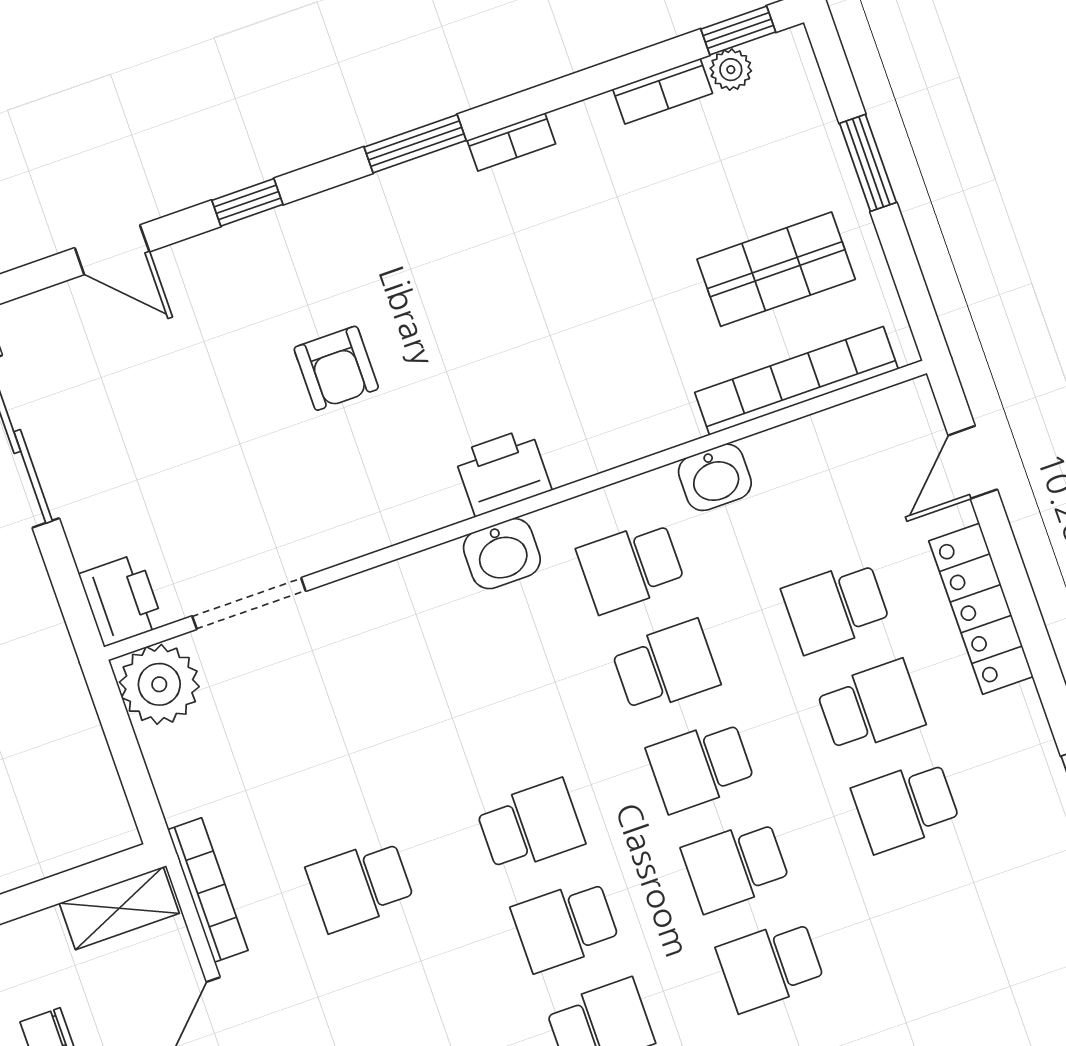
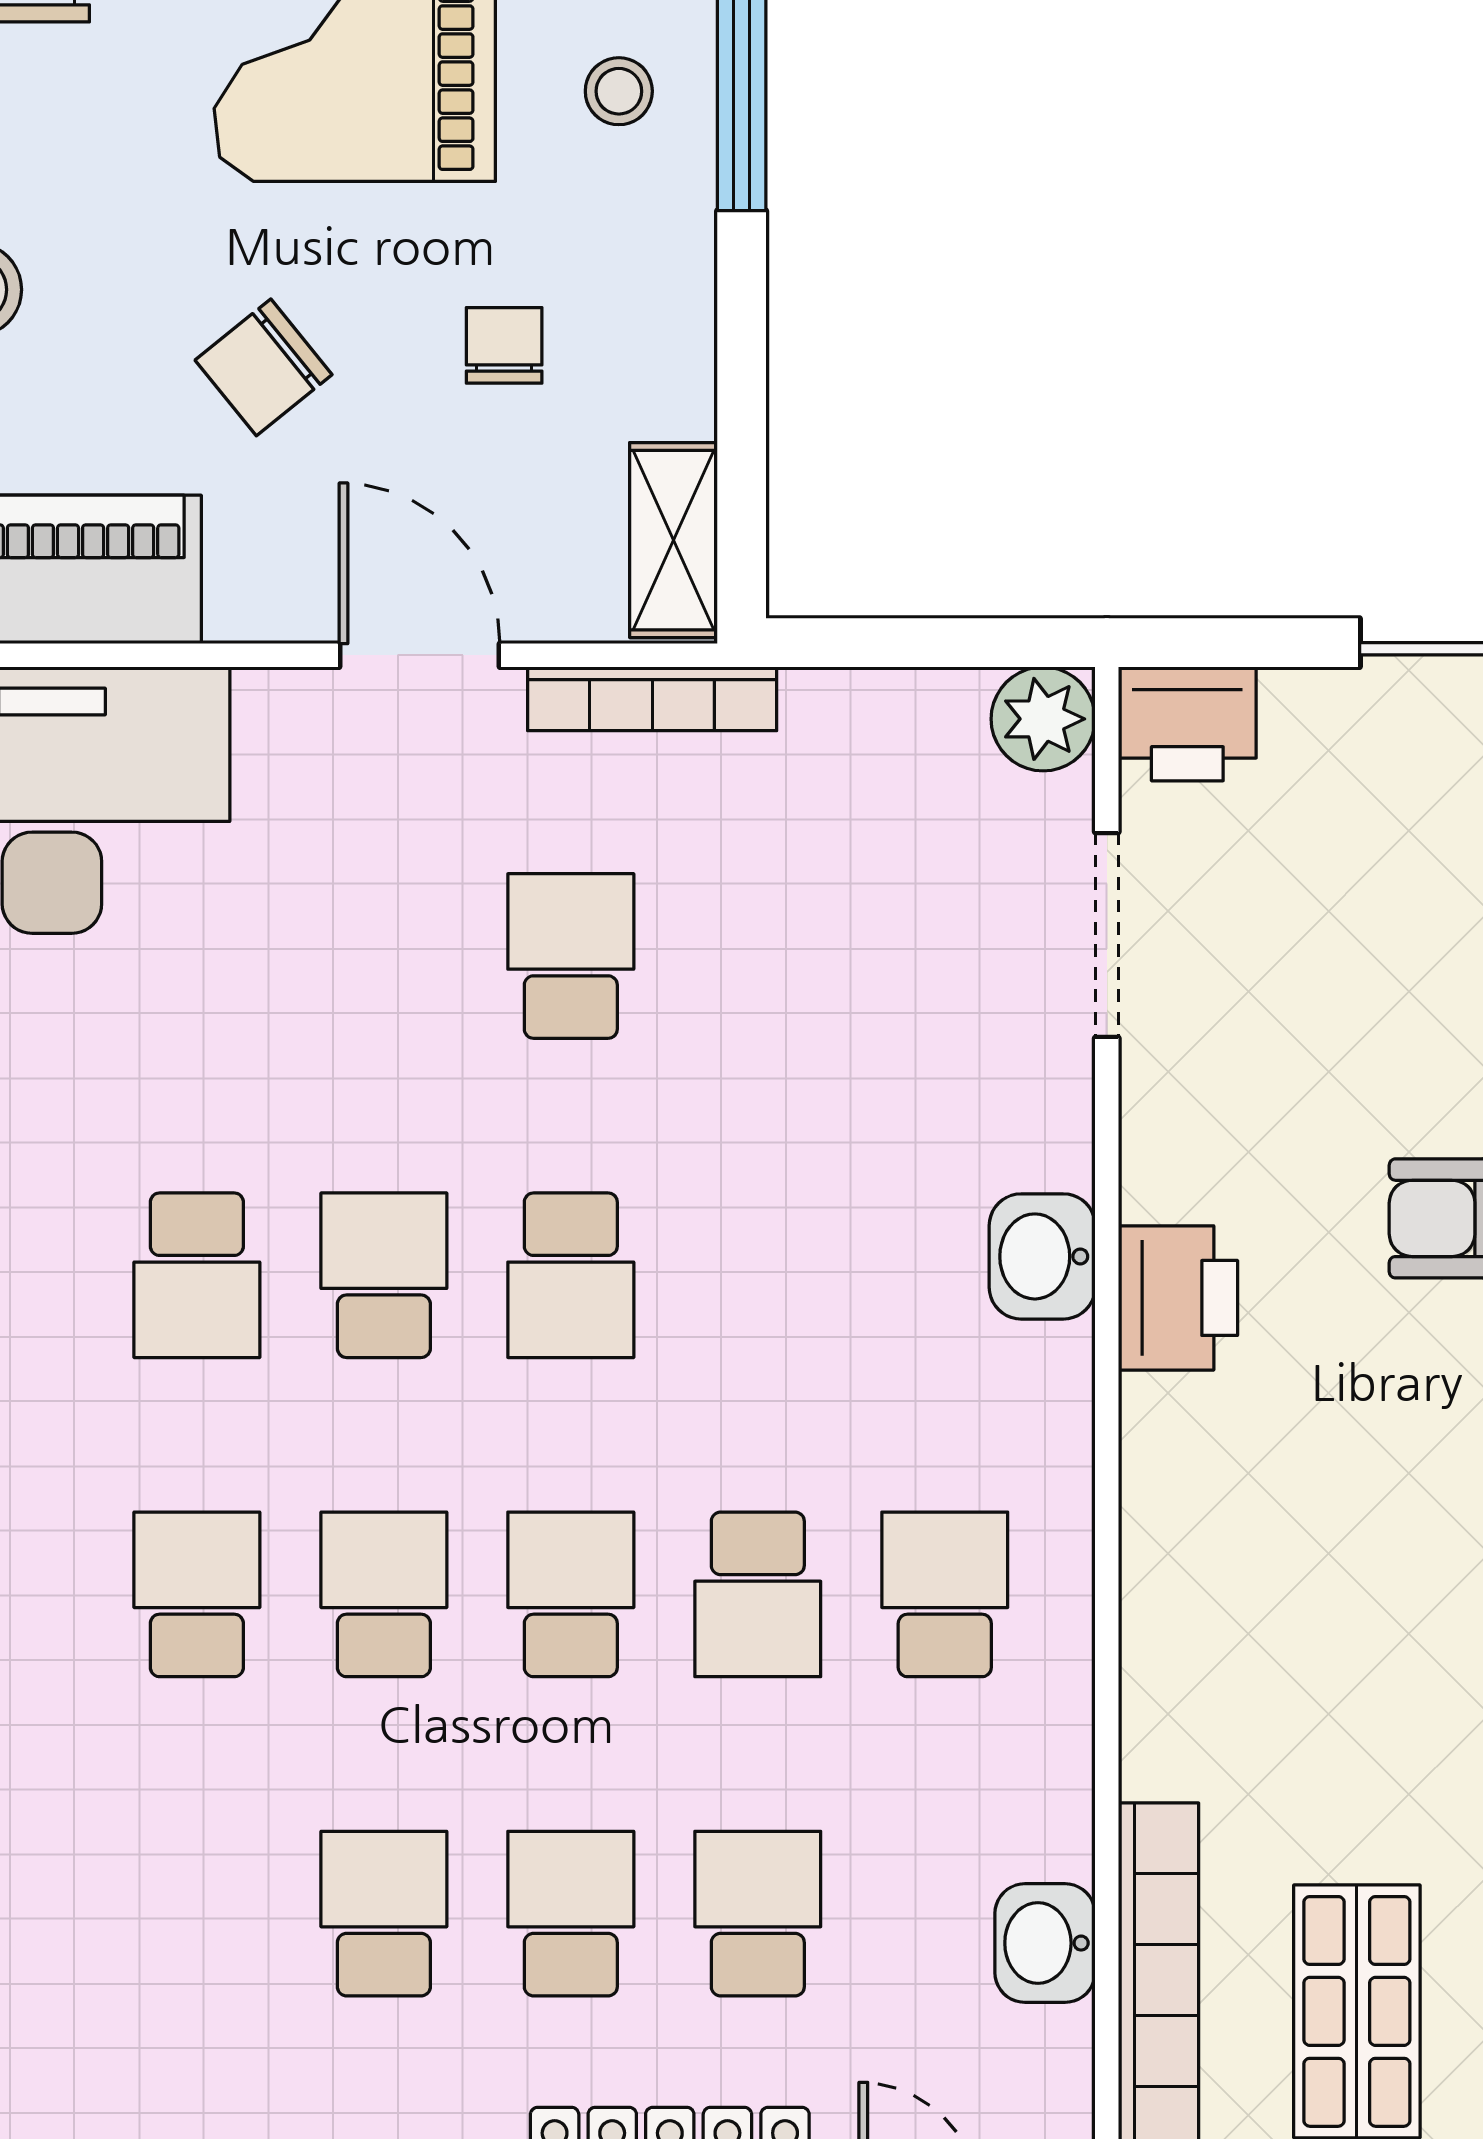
printer: (503, 472) -> (1178, 1298), moved
washbasin: (715, 477) -> (1045, 1943), moved
washbasin: (502, 554) -> (1042, 1256), moved
plant: (159, 684) -> (1043, 719), width x0.73, depth x0.73
school desk: (871, 707) -> (571, 1914), turned 180

